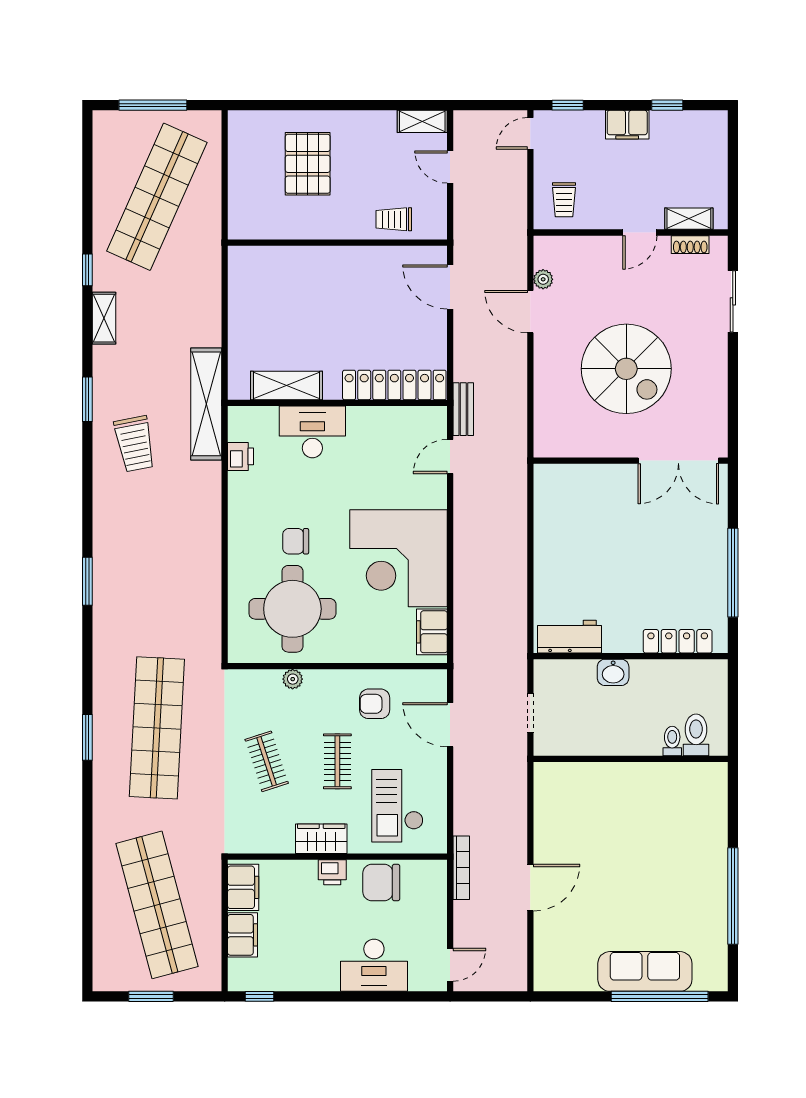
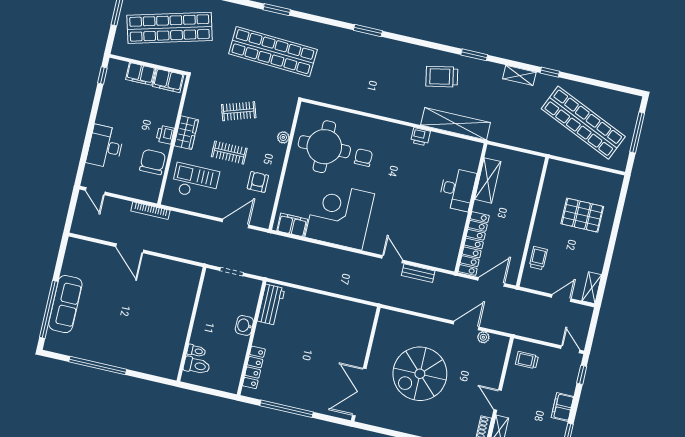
locker: (394, 385) -> (474, 244), moved
shelving: (286, 386) -> (488, 180), moved
wall: (337, 403) -> (471, 208), moved
desk: (312, 432) -> (457, 189), moved

